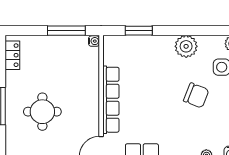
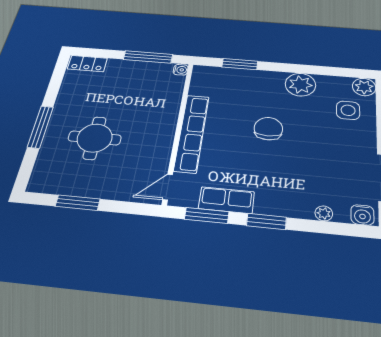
locker: (12, 55) -> (87, 64), moved, turned 90
chair: (196, 95) -> (268, 129), moved, turned -112

